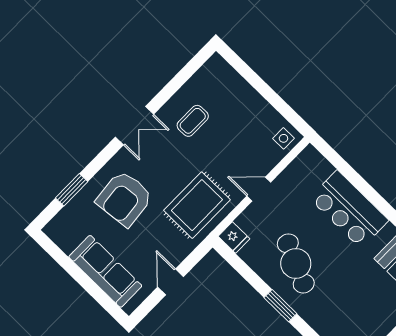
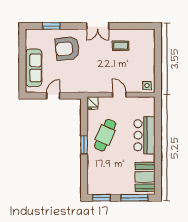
rug: (197, 205) -> (91, 78), removed

